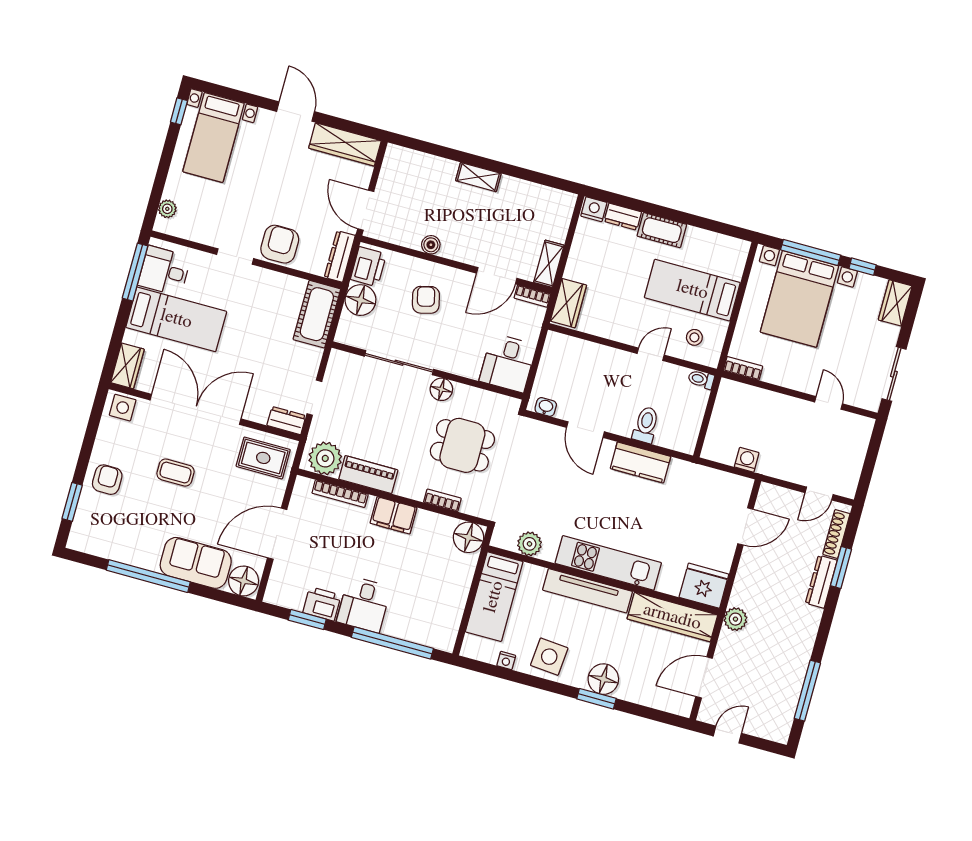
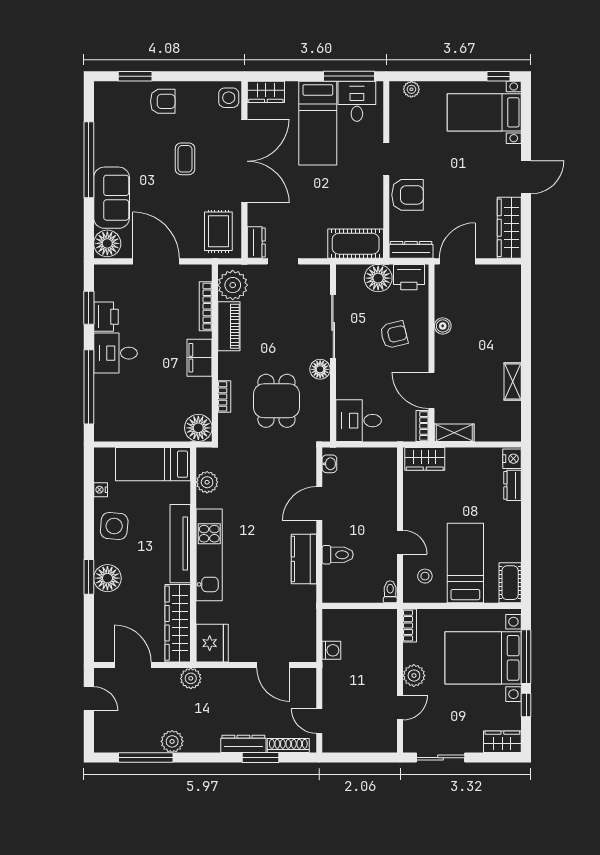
shelving: (478, 177) -> (513, 382), moved
cot: (662, 230) -> (510, 583), moved
plant: (798, 378) -> (414, 676), added
plant: (798, 658) -> (172, 741), added

